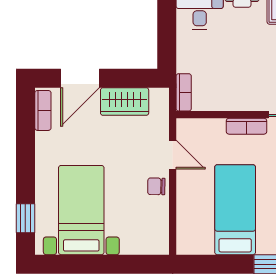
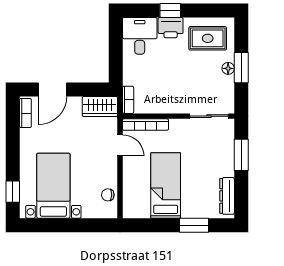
wardrobe: (125, 102) -> (100, 107), moved
bookcase: (247, 126) -> (145, 125), moved, width x1.56
chair: (156, 186) -> (108, 195), moved

